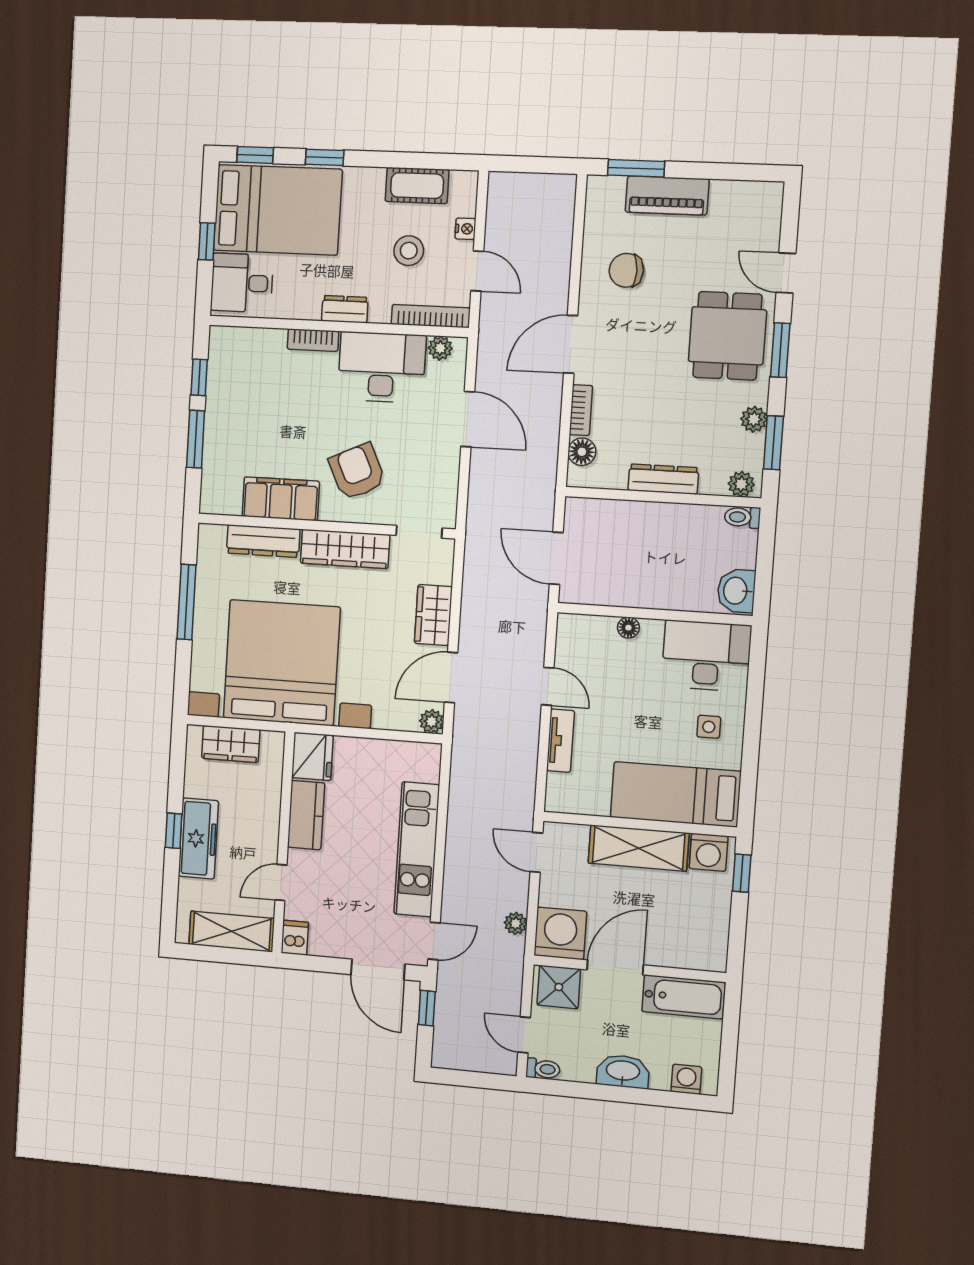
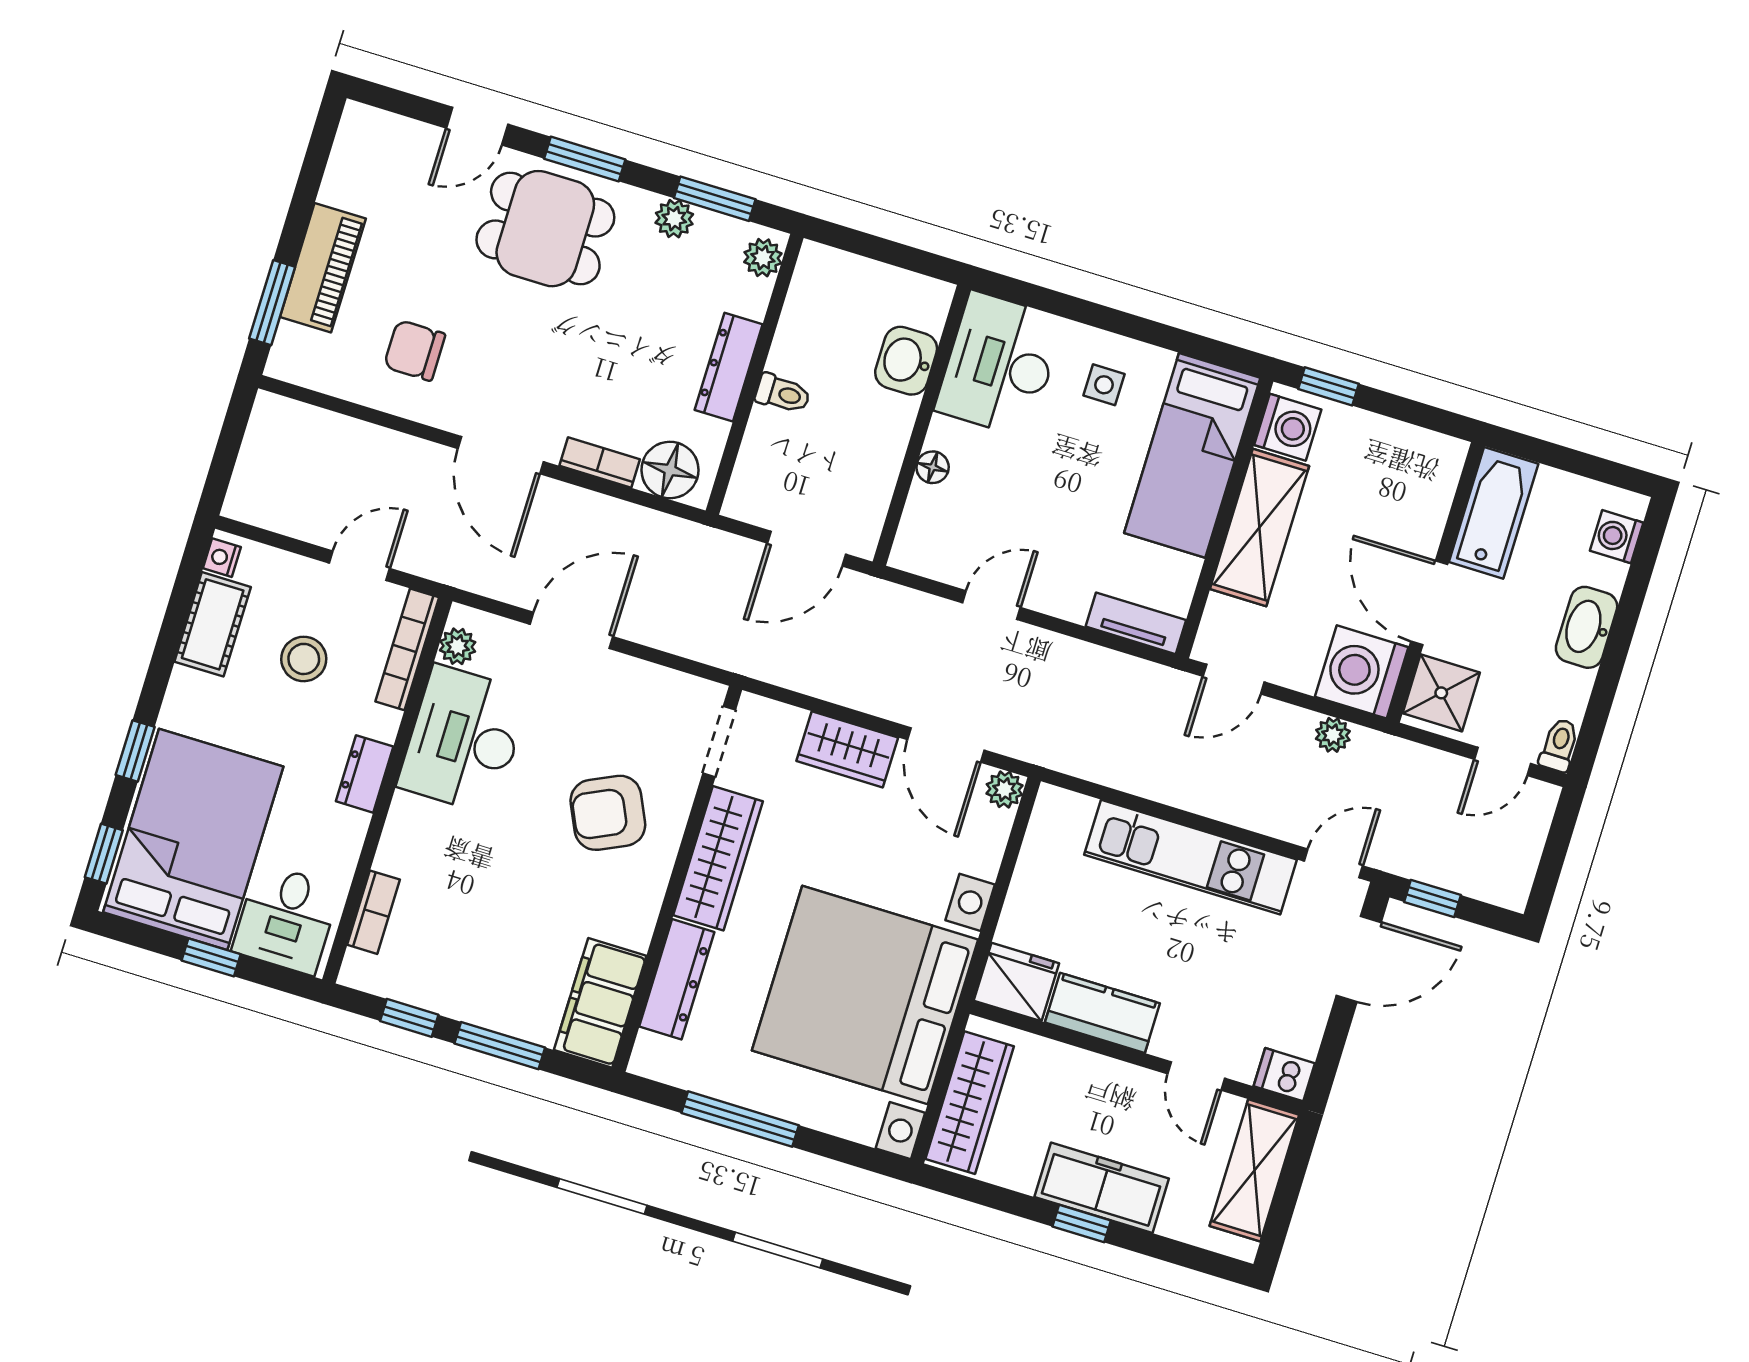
nightstand: (465, 229) -> (222, 558), moved, turned -90
chair: (626, 270) -> (415, 350), turned 90
bookcase: (313, 340) -> (374, 912), moved
floor lamp: (582, 452) -> (670, 470), width x1.38, depth x1.38
filing cabinet: (281, 499) -> (600, 1003), moved
toilet: (742, 517) -> (783, 394), moved, turned -90
washbasin: (736, 591) -> (906, 361), moved, turned 90
tv unit: (560, 741) -> (1136, 623), moved
wardrobe: (231, 744) -> (970, 1103), width x1.50
door: (434, 941) -> (1334, 863), hinge flipped

